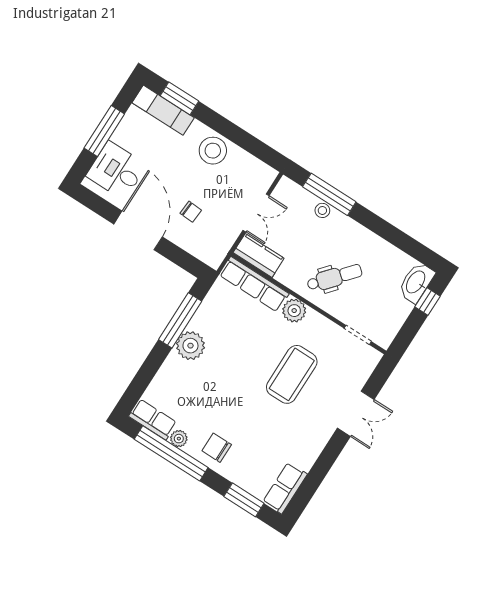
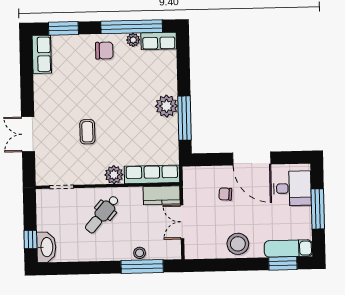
coffee table: (292, 374) -> (87, 132), width x0.54, depth x0.58

